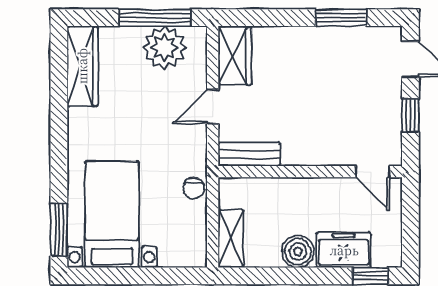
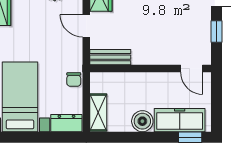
door: (213, 107) -> (86, 26), hinge flipped
freezer: (344, 250) -> (180, 120), width x1.40
dresser: (183, 254) -> (66, 123), added

